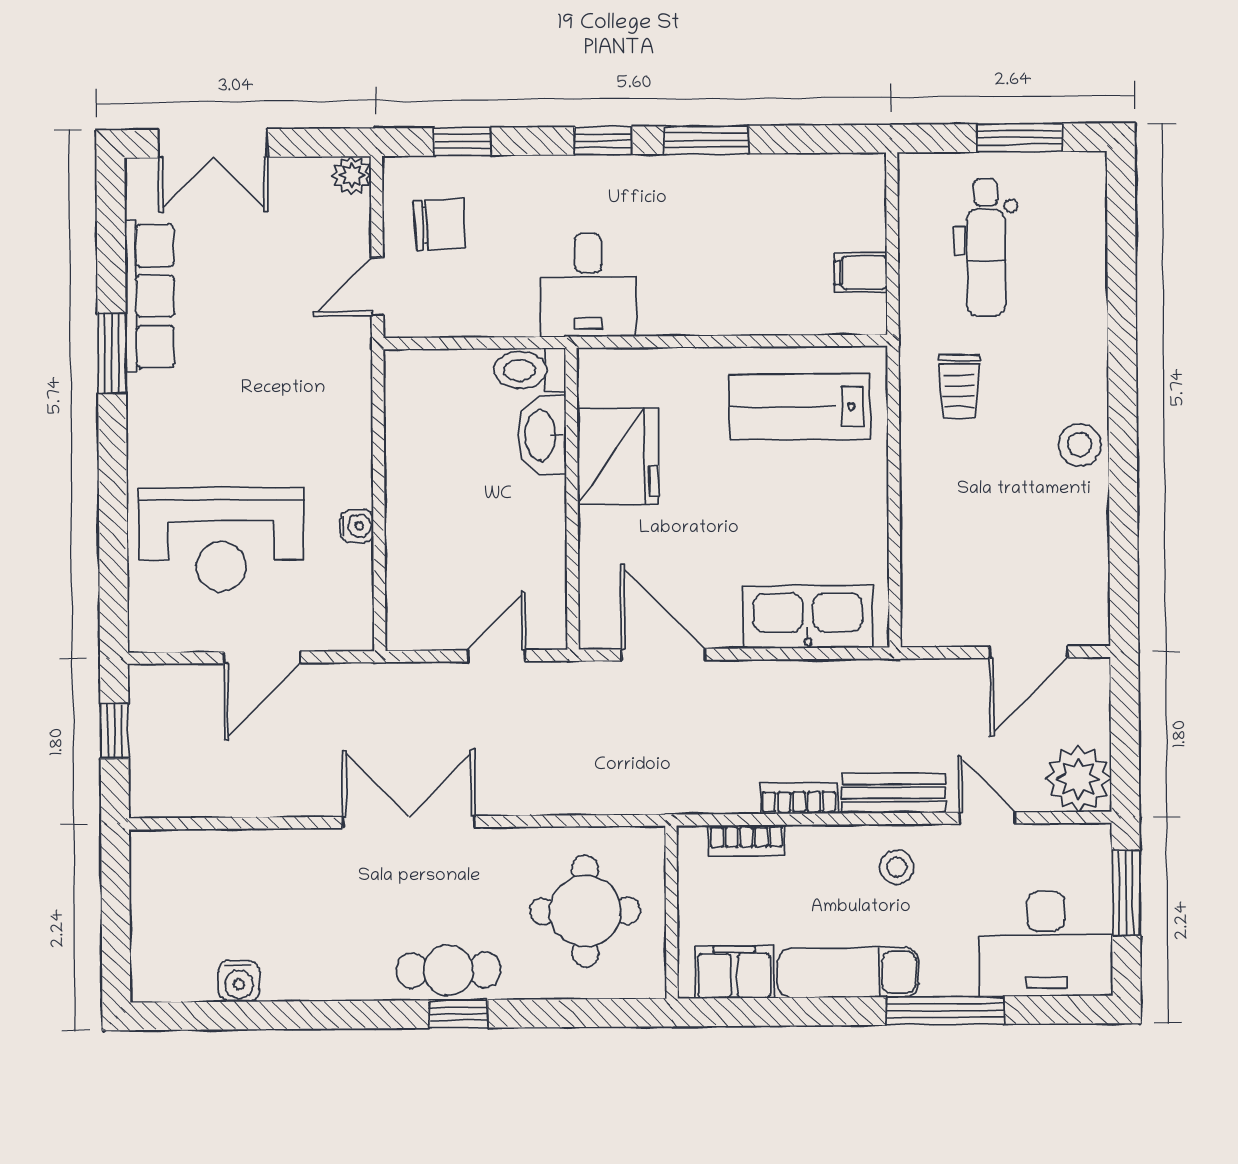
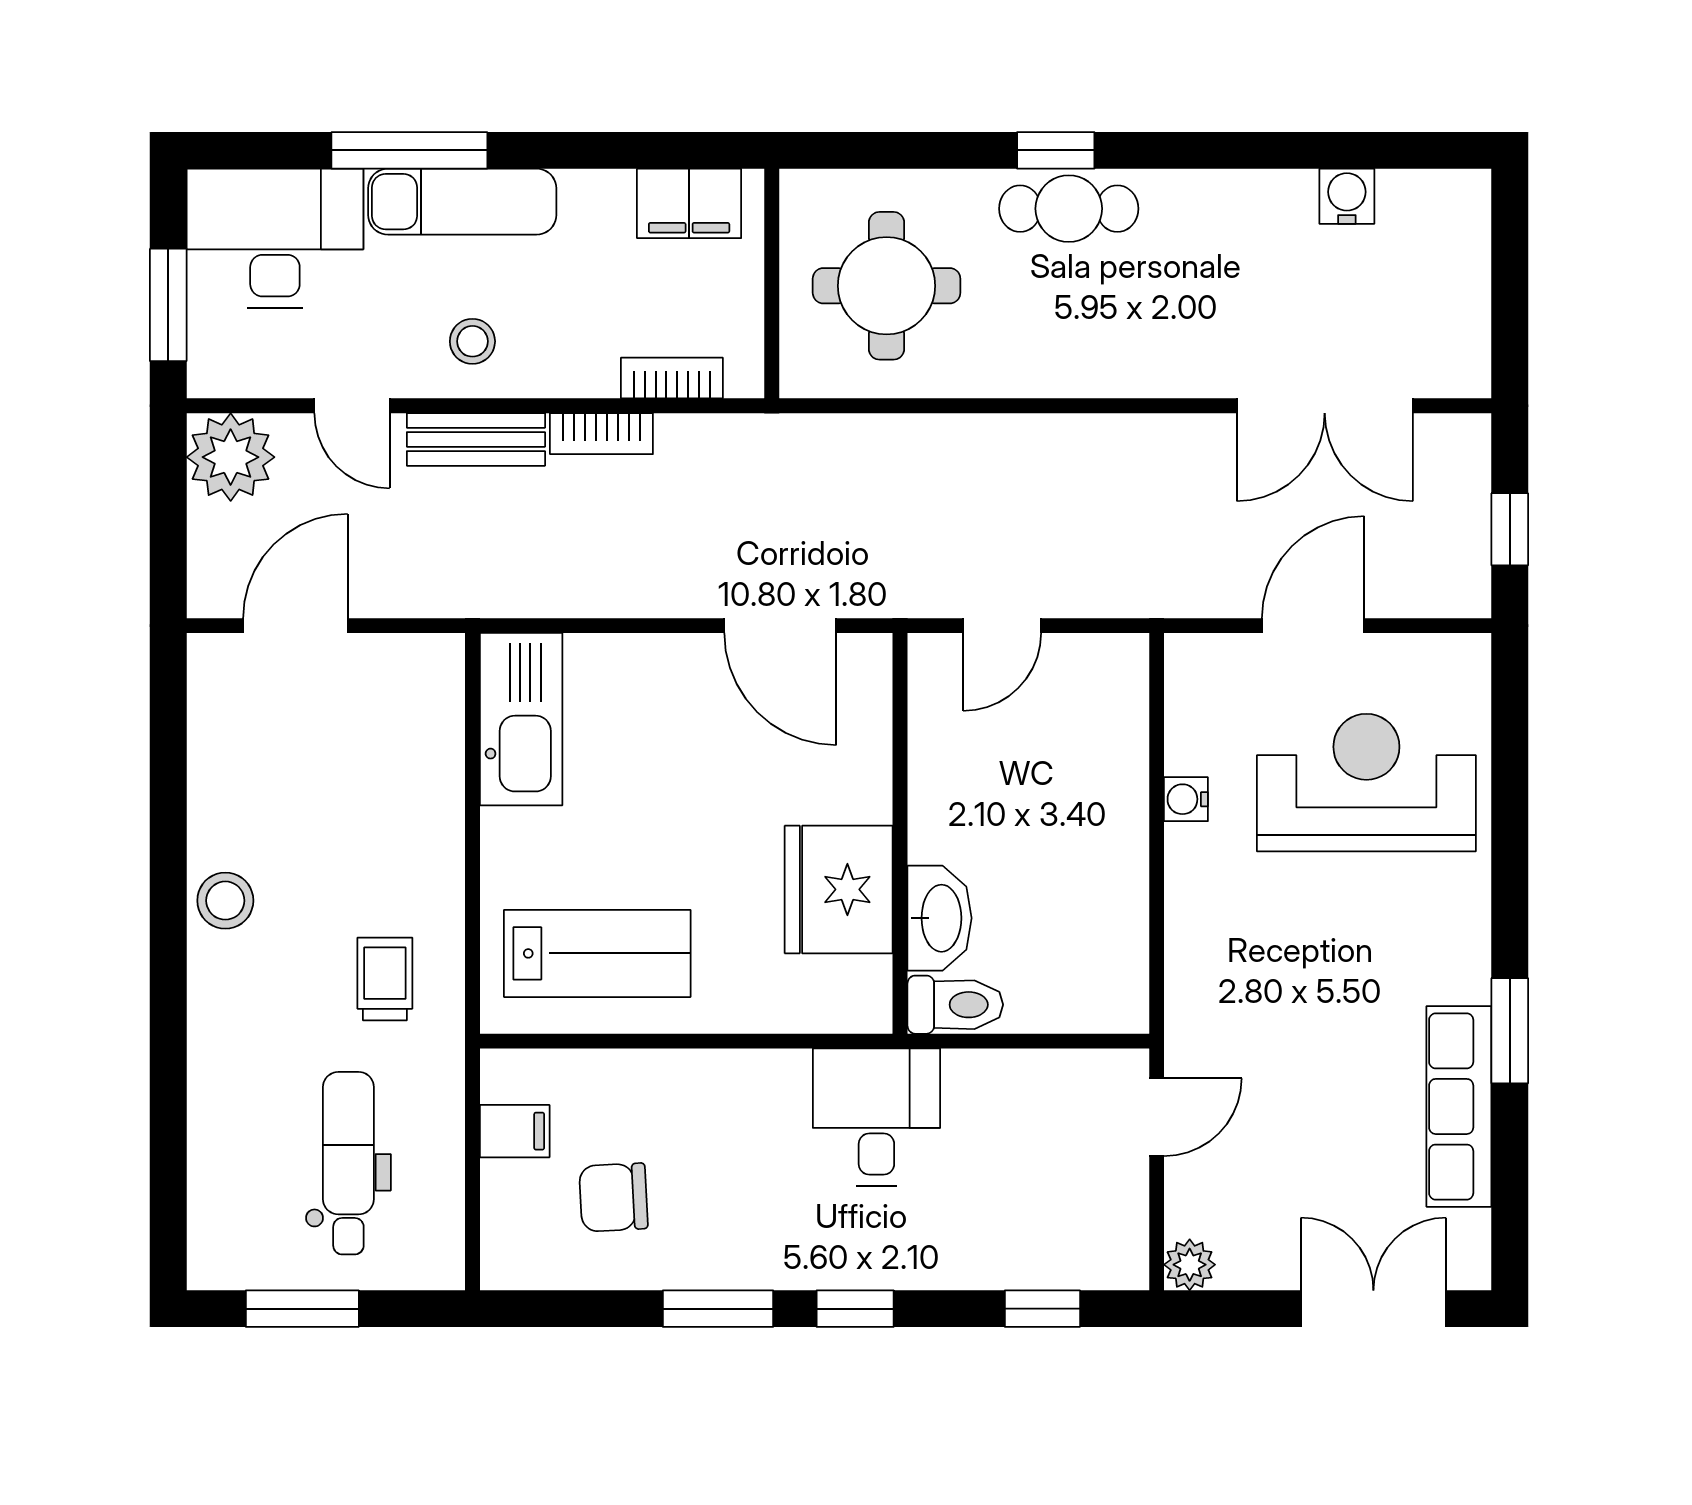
chair: (440, 225) -> (613, 1197), moved
kitchen sink: (808, 617) -> (521, 719), moved, turned -90
double door: (409, 822) -> (1325, 406), moved
exam couch: (848, 973) -> (462, 202), moved

